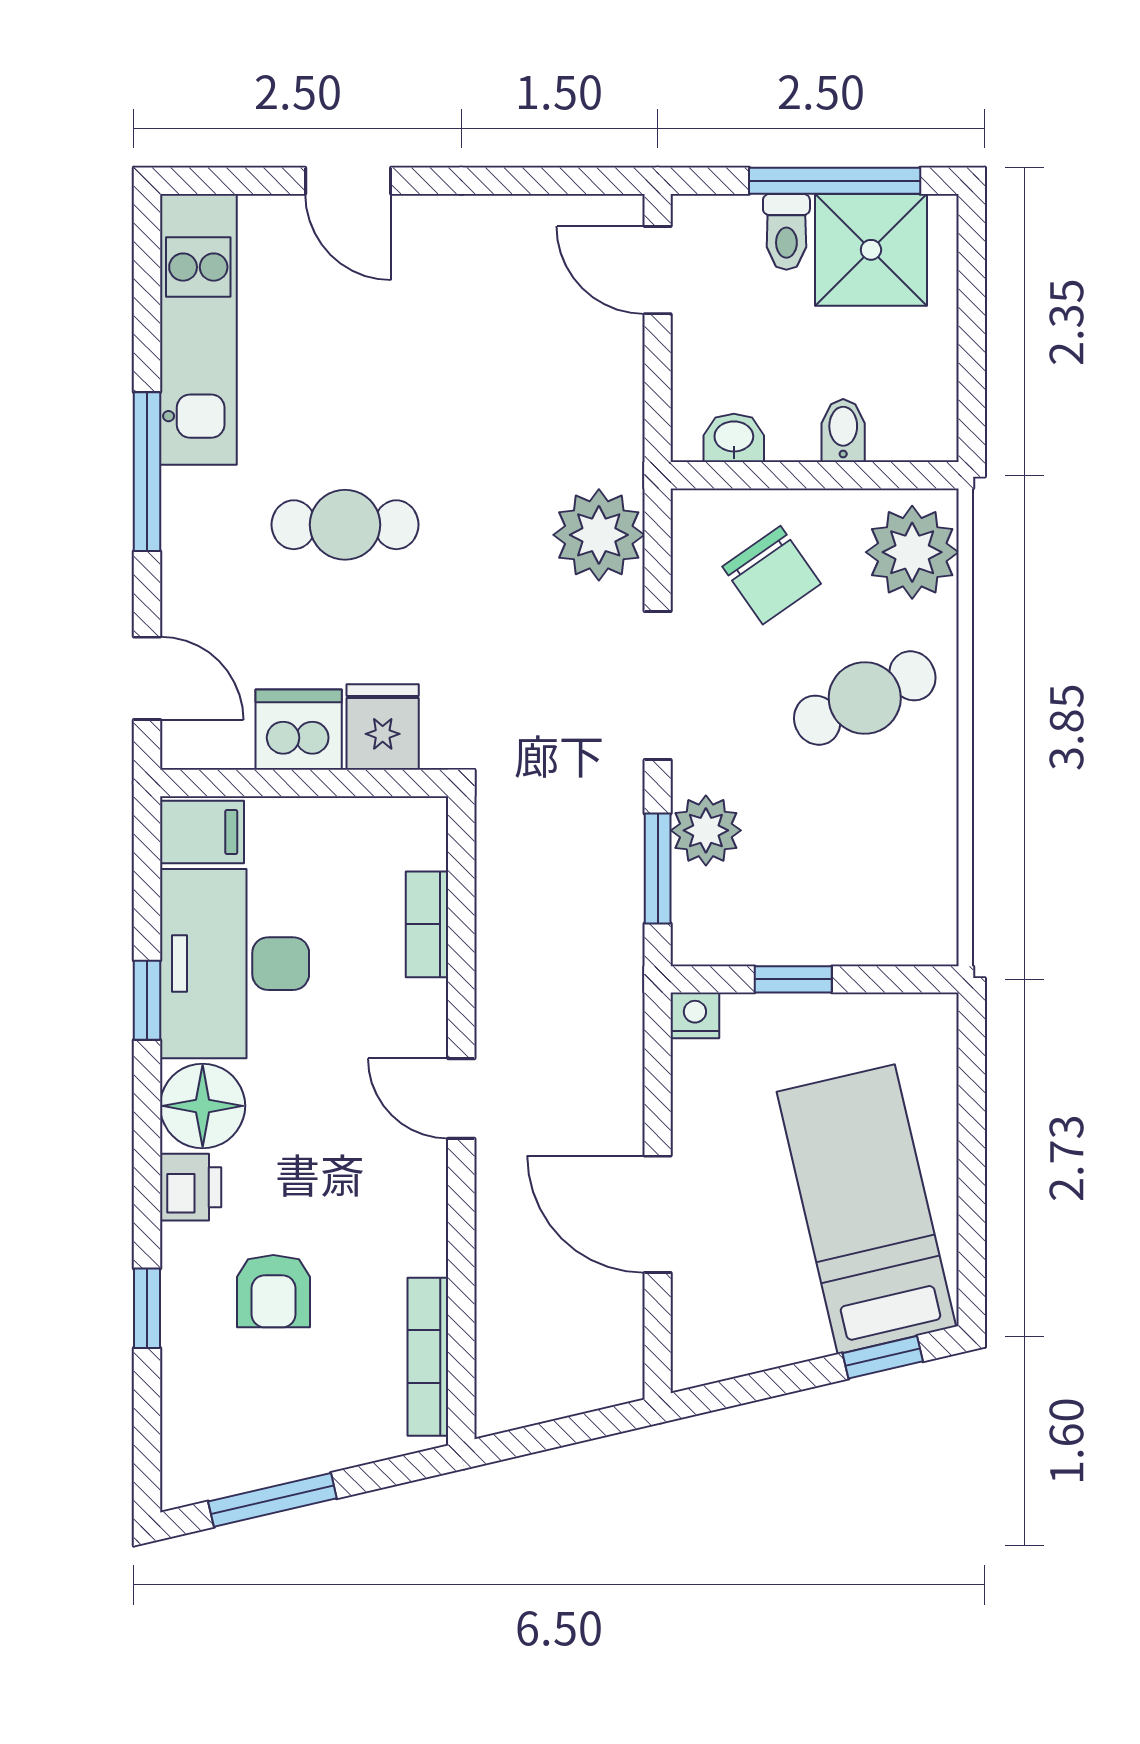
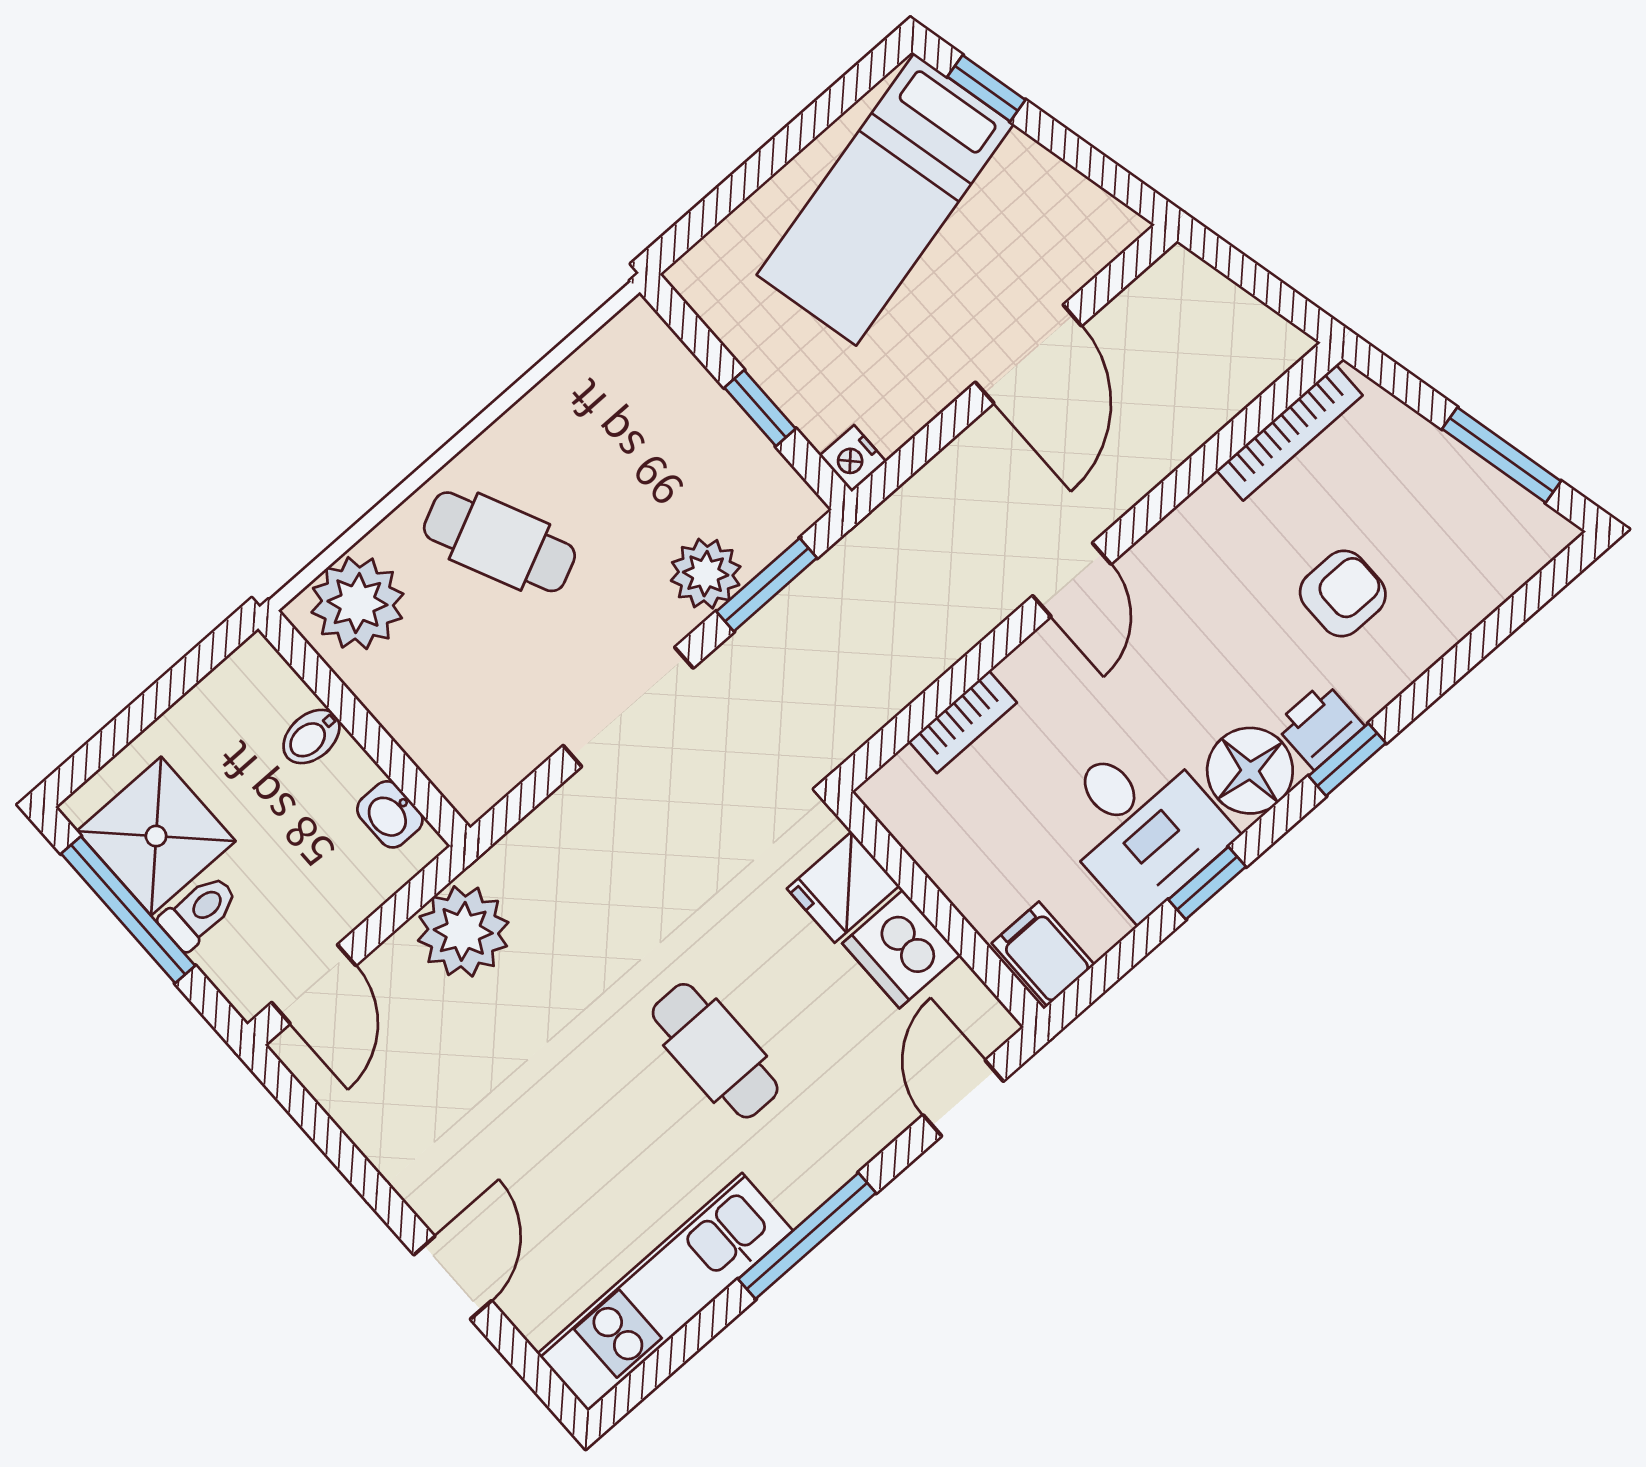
plant: (599, 535) -> (463, 931), moved
chair: (772, 575) -> (469, 694), removed
desk: (235, 964) -> (1140, 824), width x0.73
window: (147, 1308) -> (1347, 760), moved

